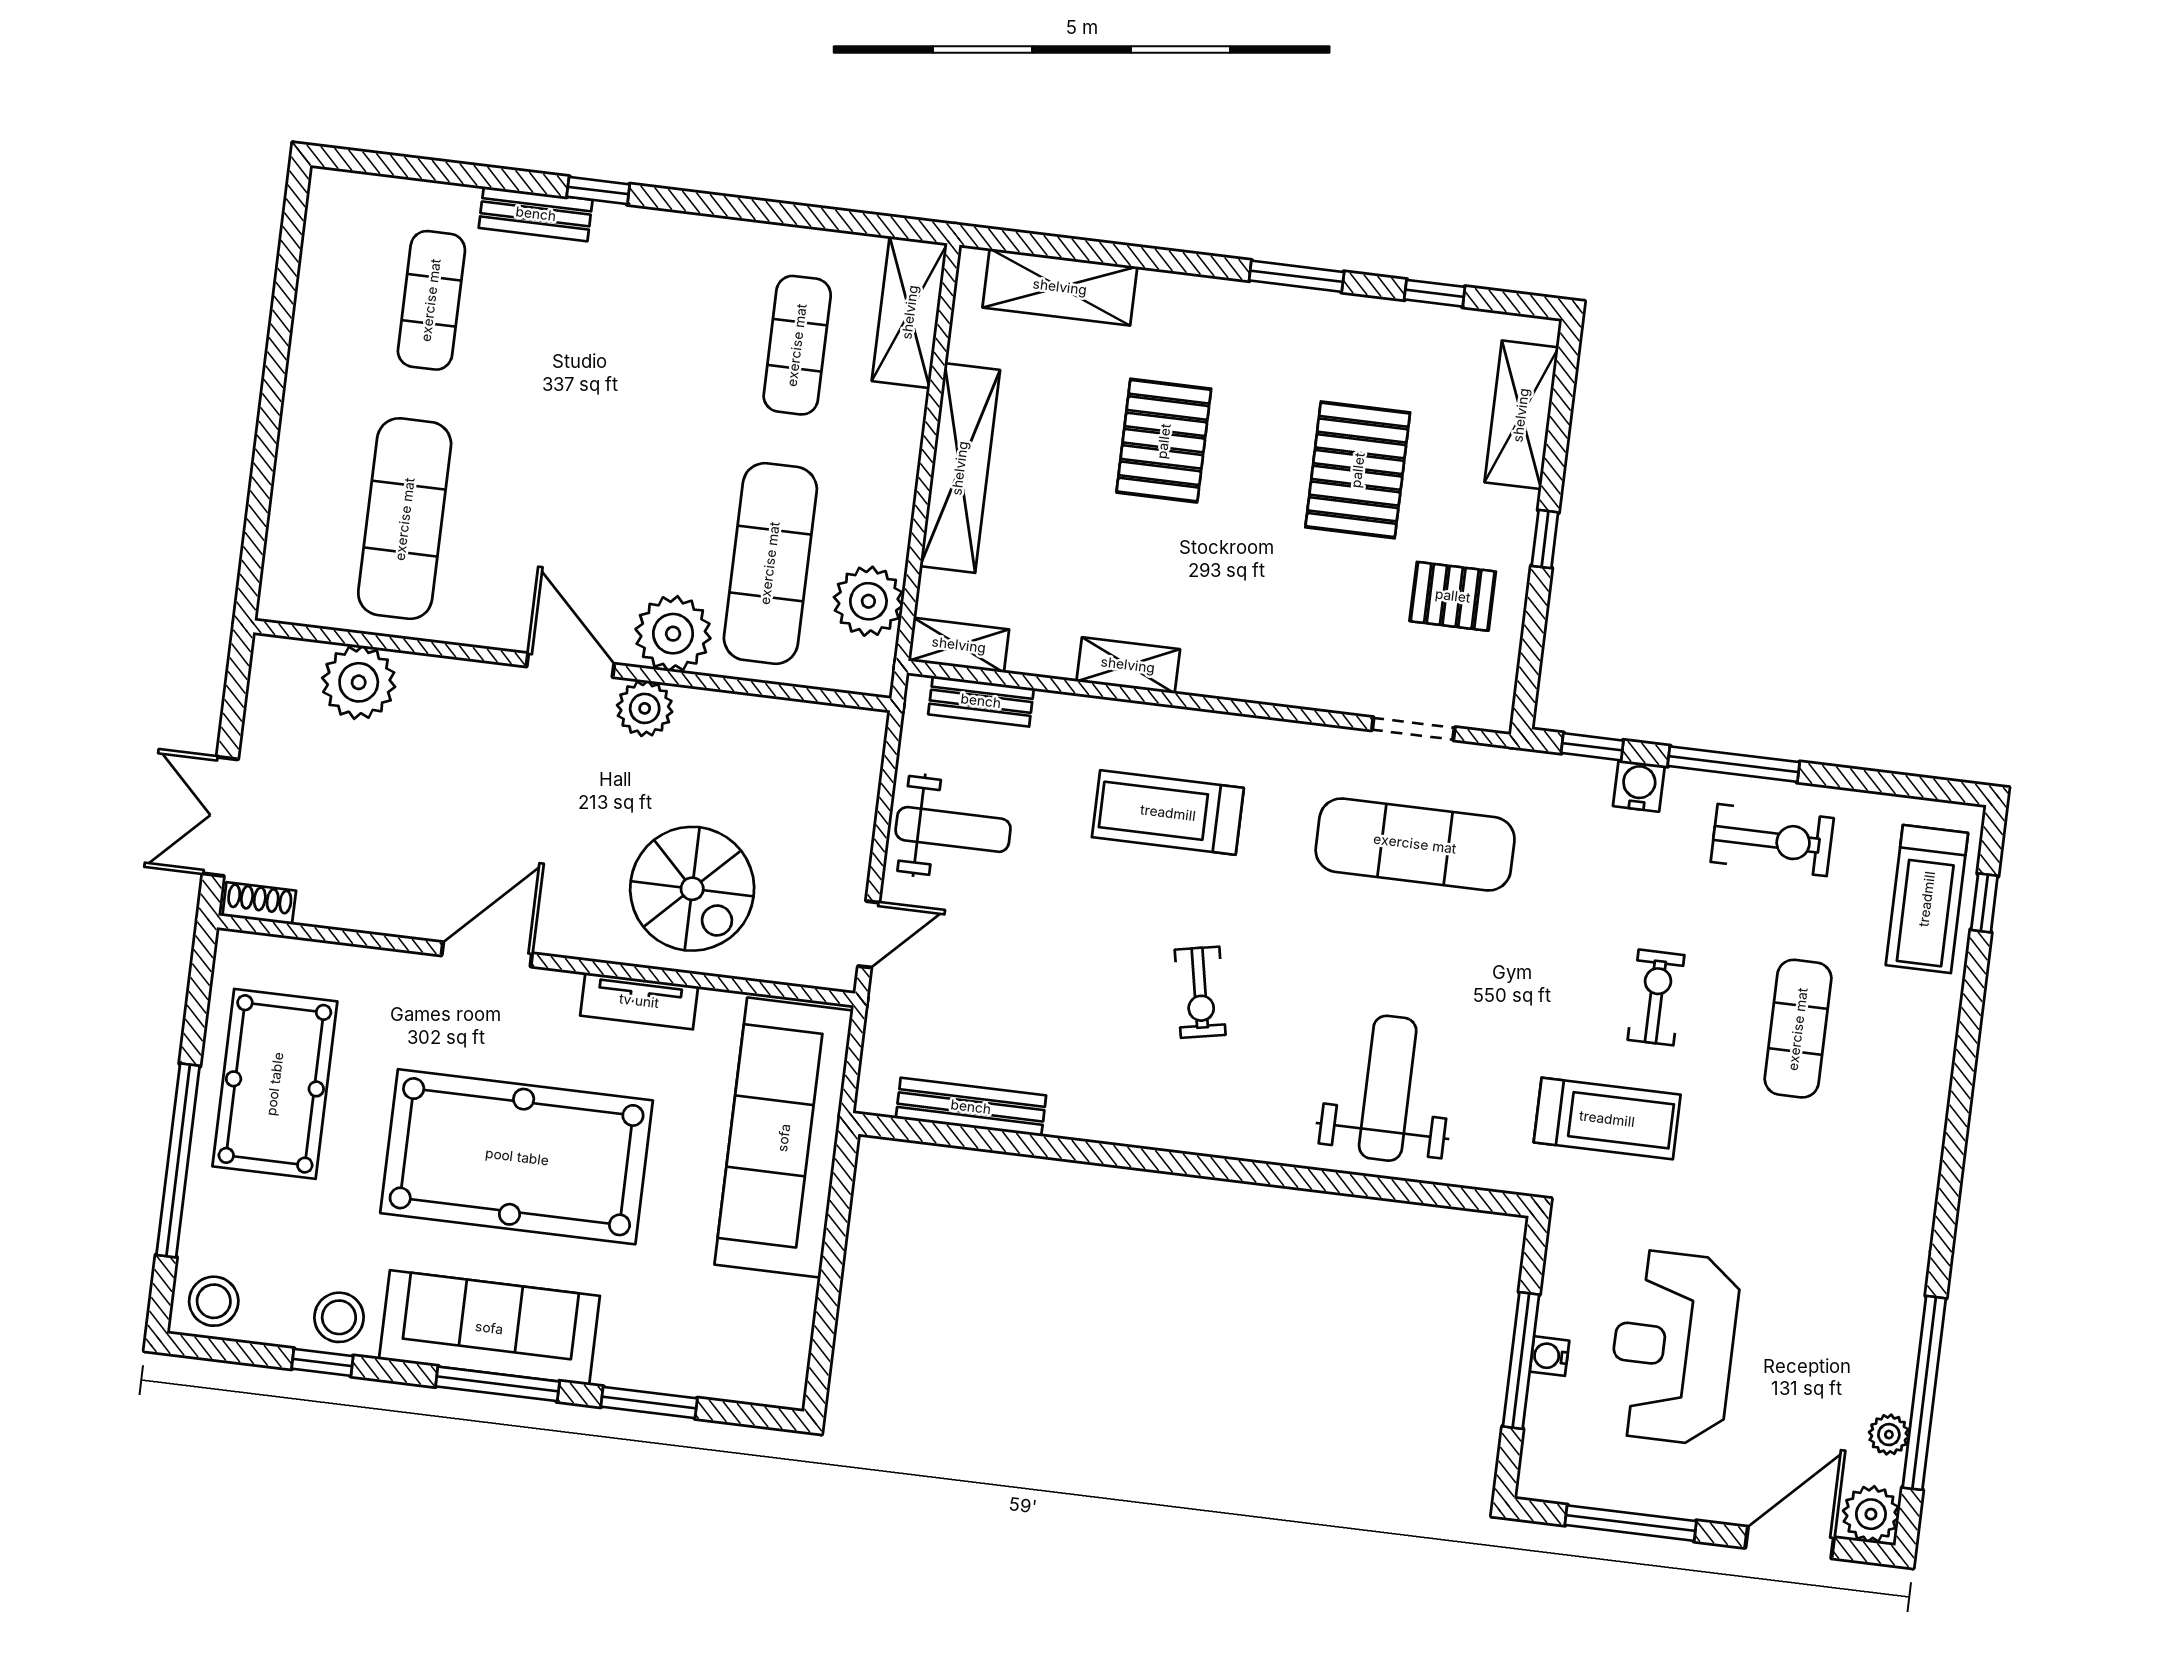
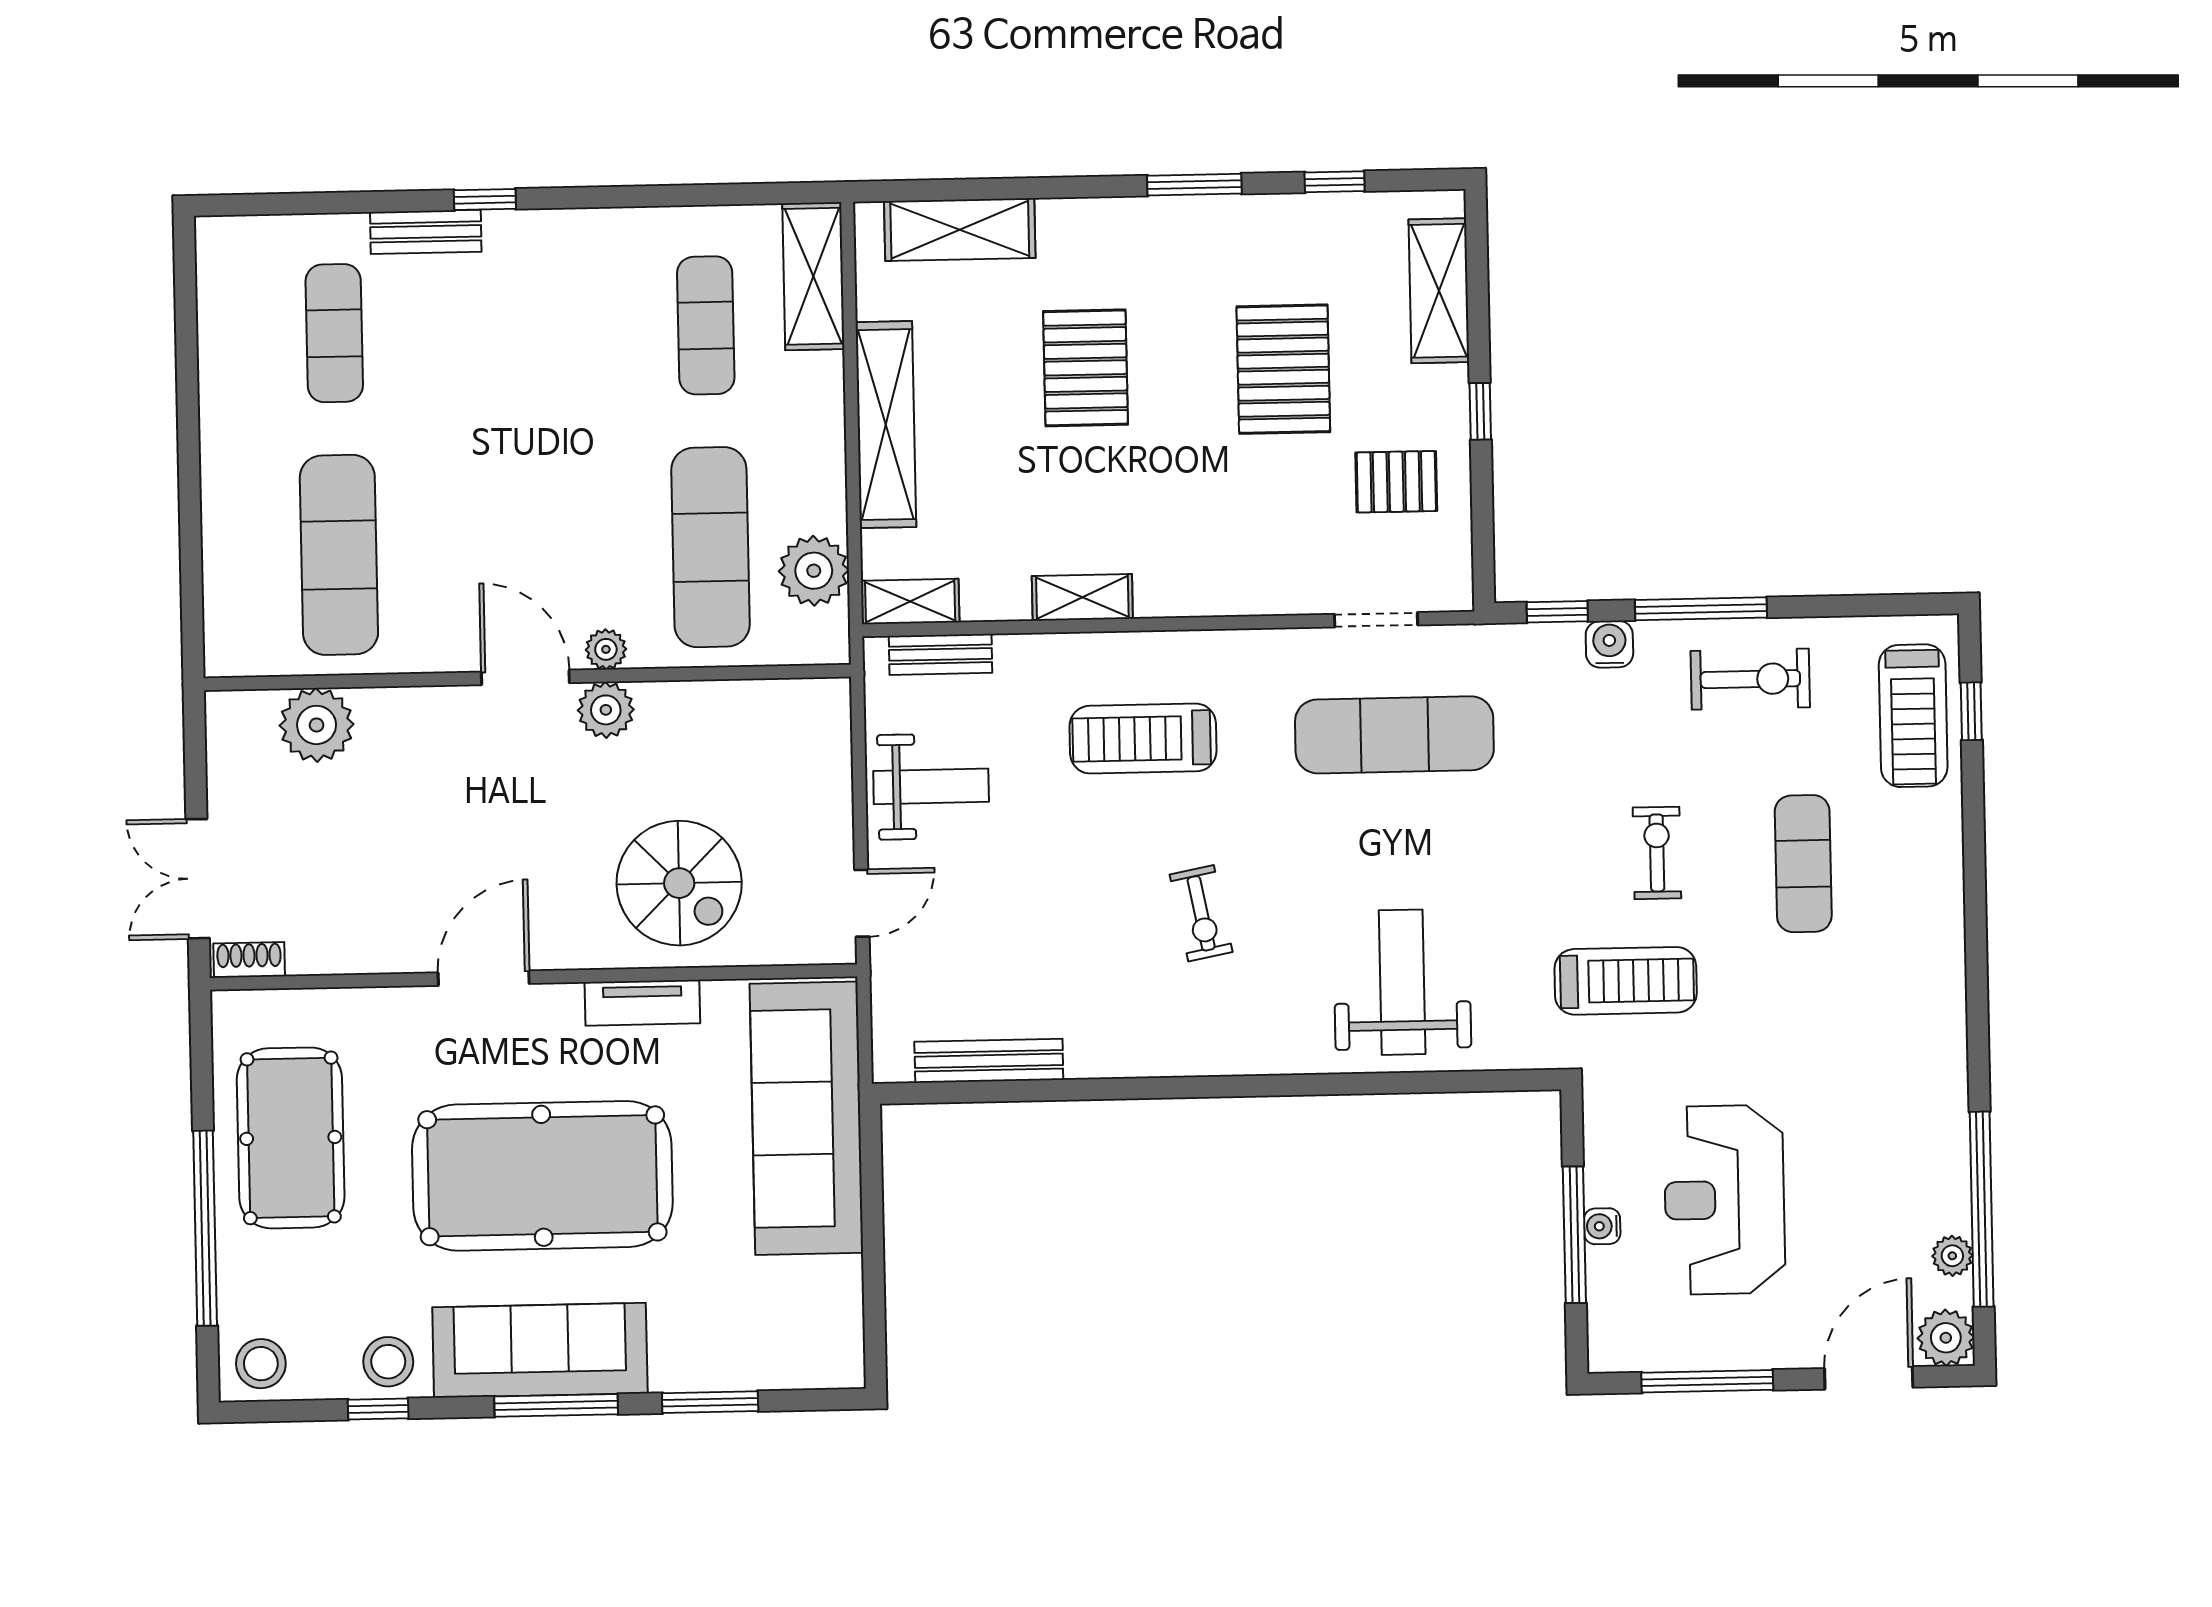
plant: (673, 634) -> (606, 649), width x0.53, depth x0.53

